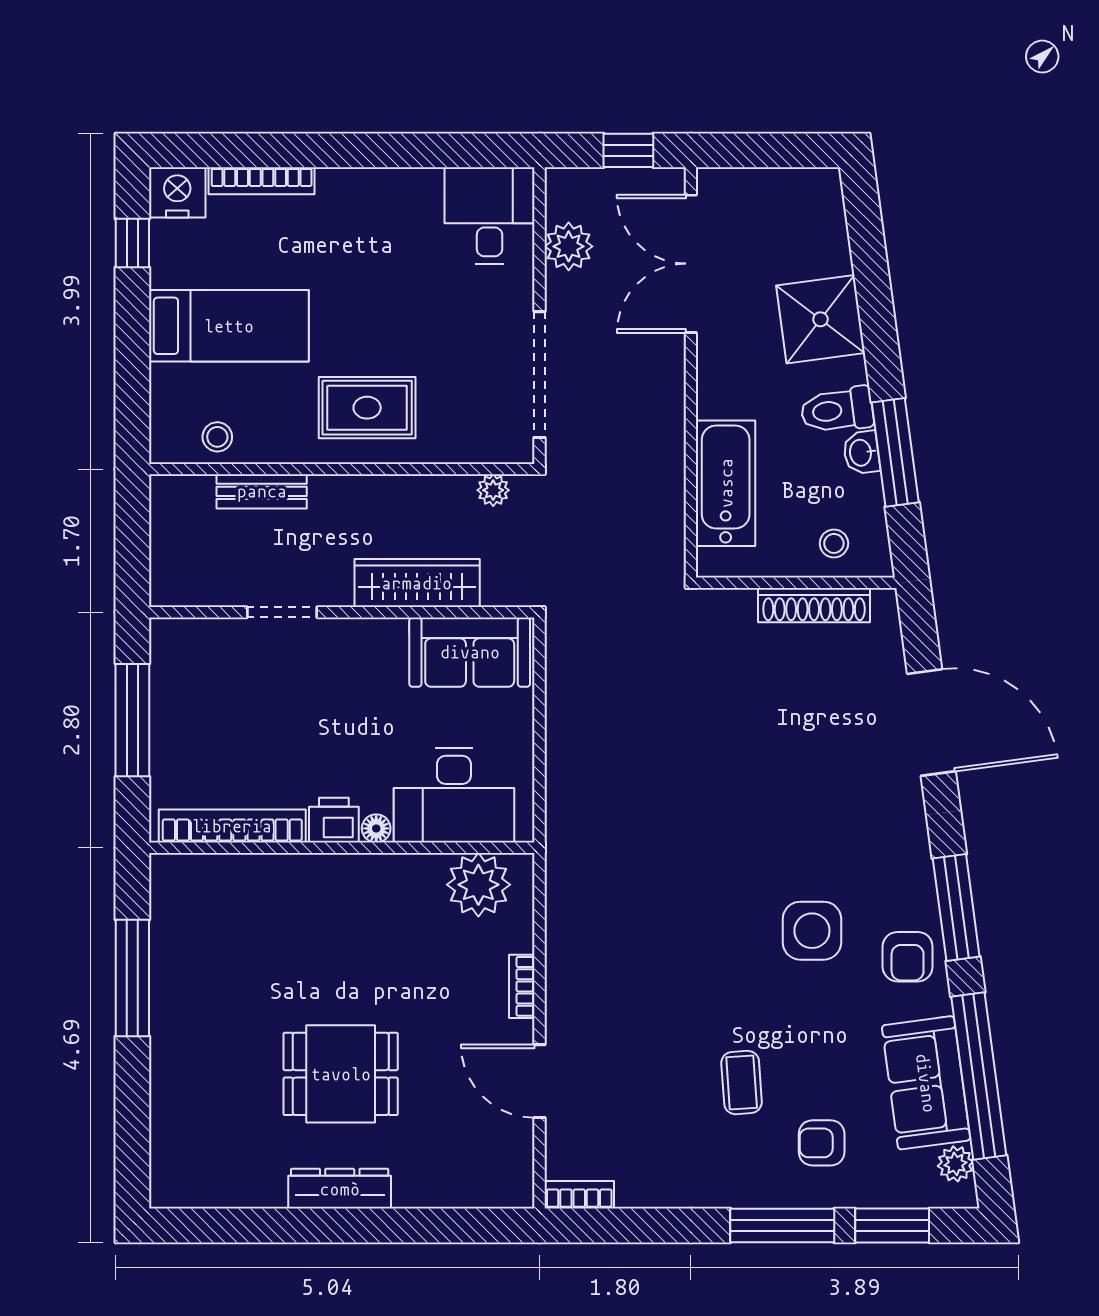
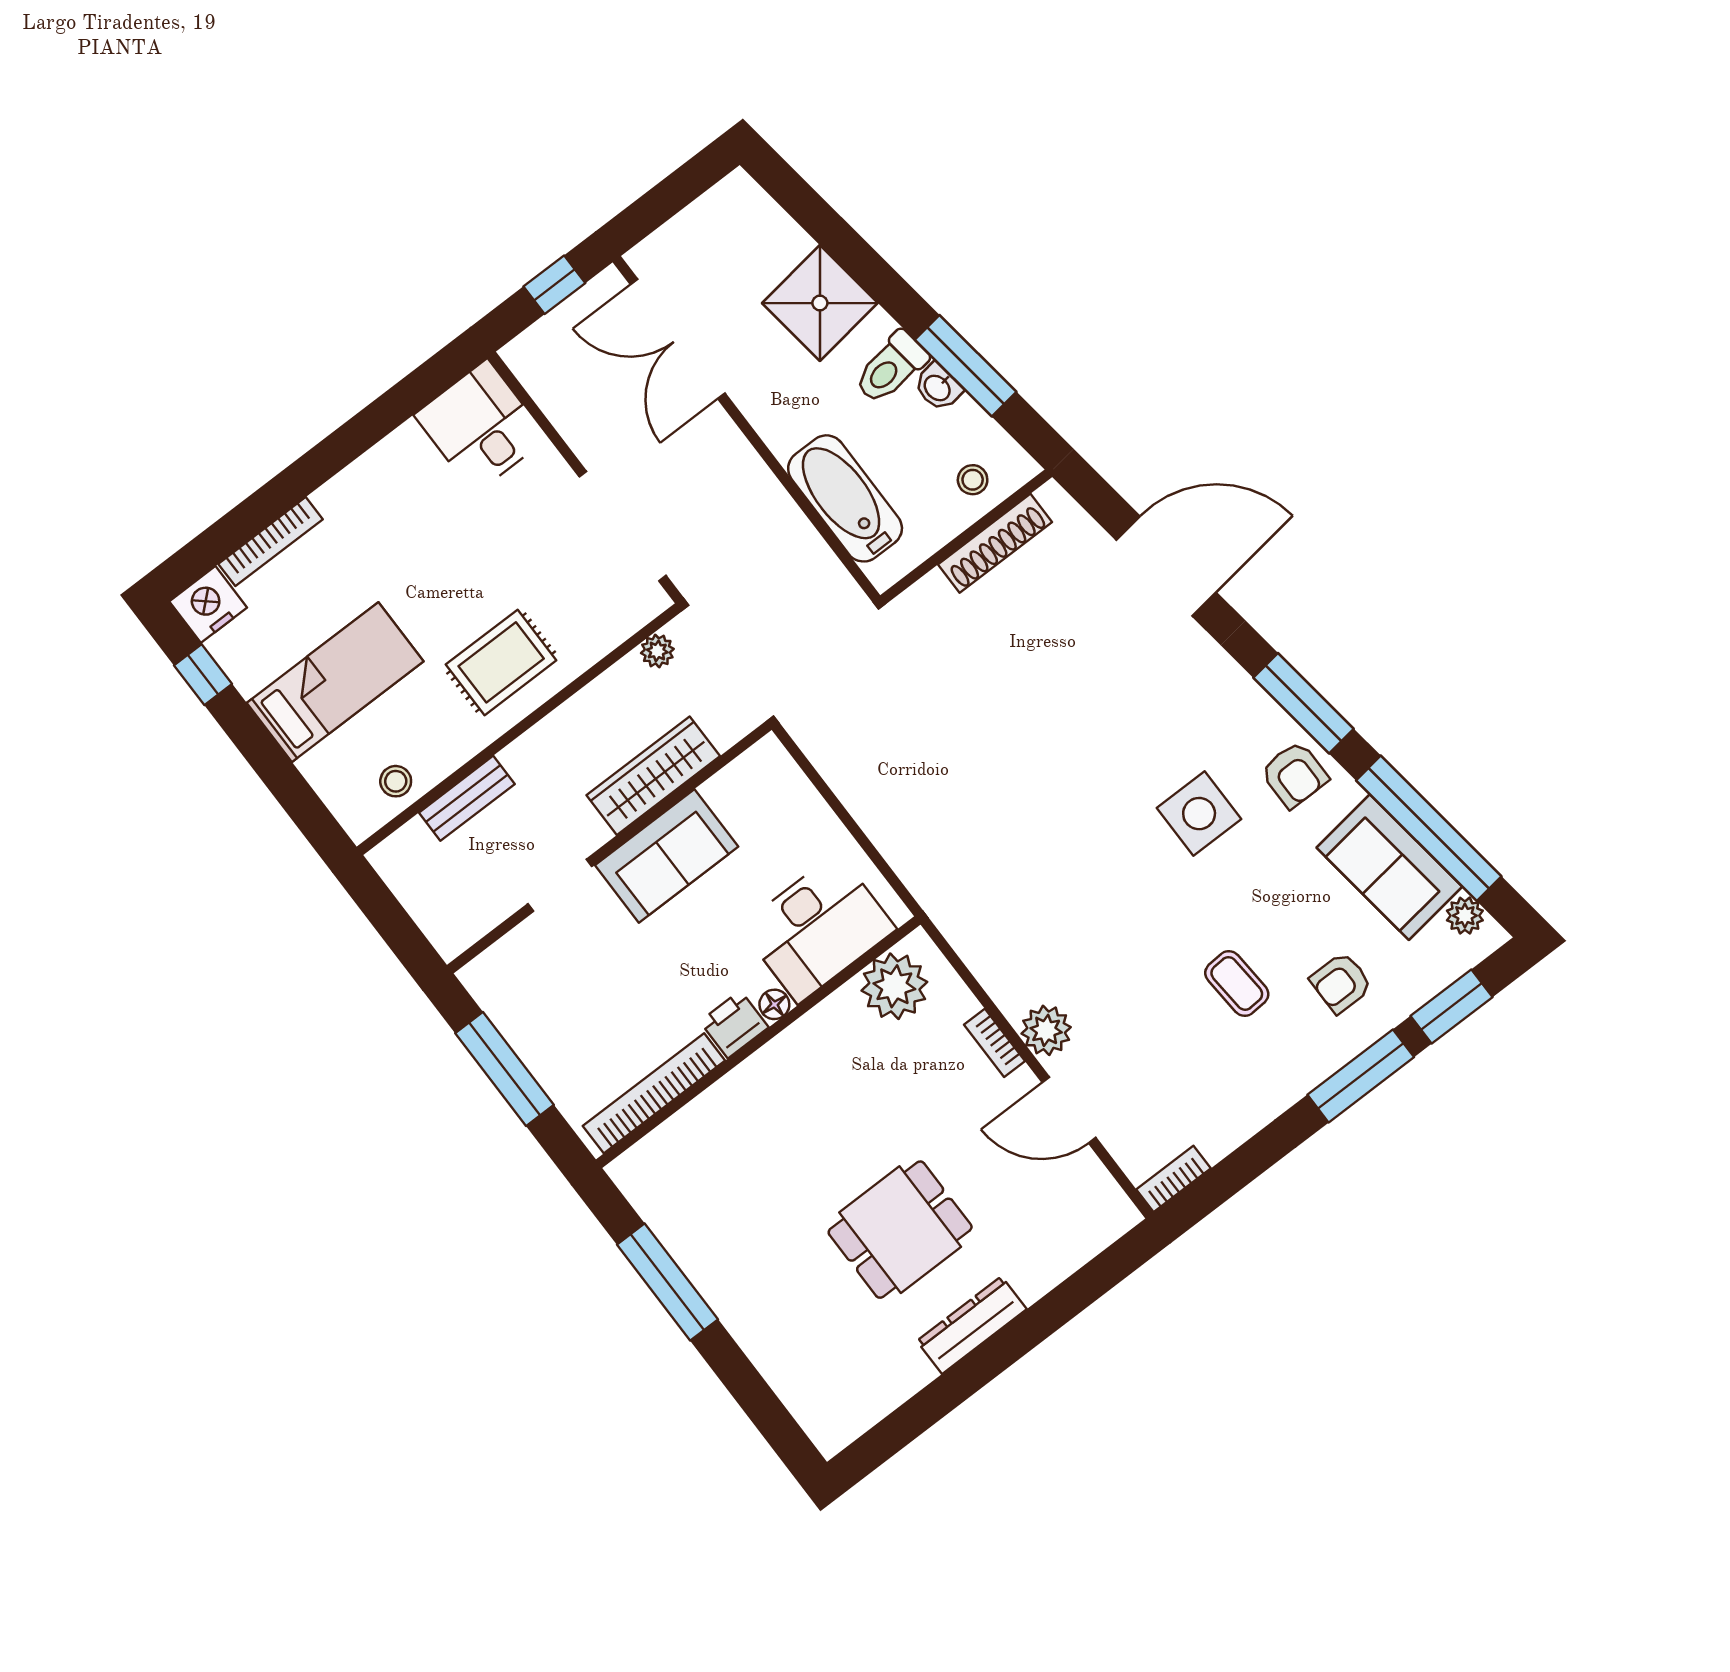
plant: (569, 246) -> (1046, 1030), moved
sofa: (470, 652) -> (667, 856), moved

